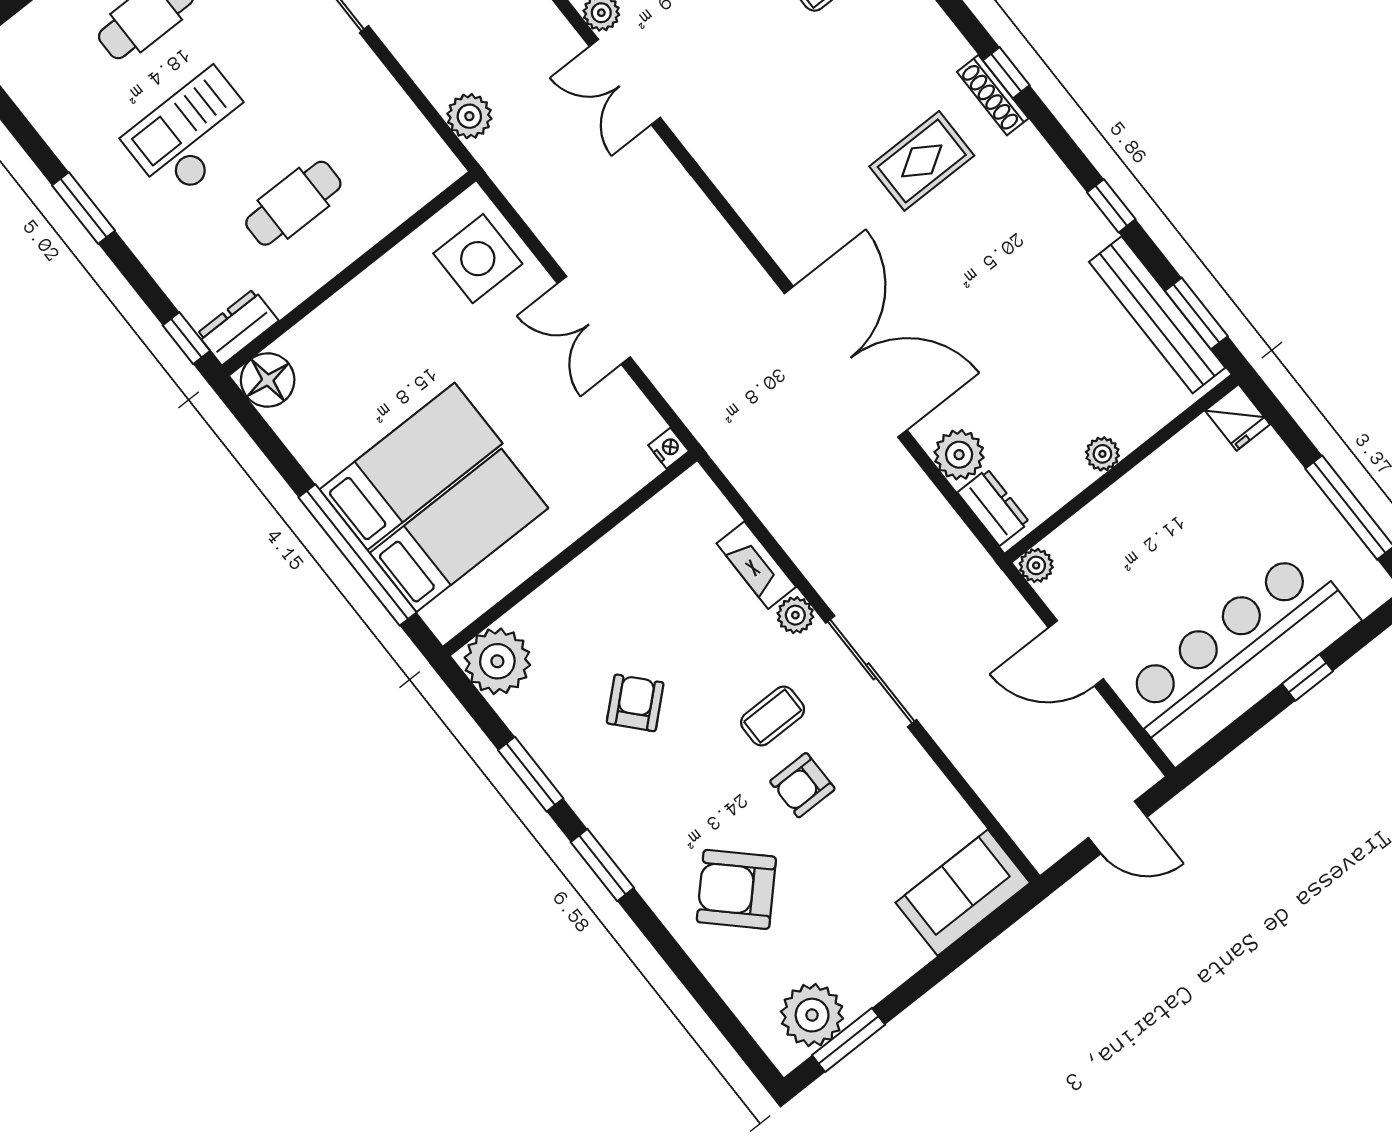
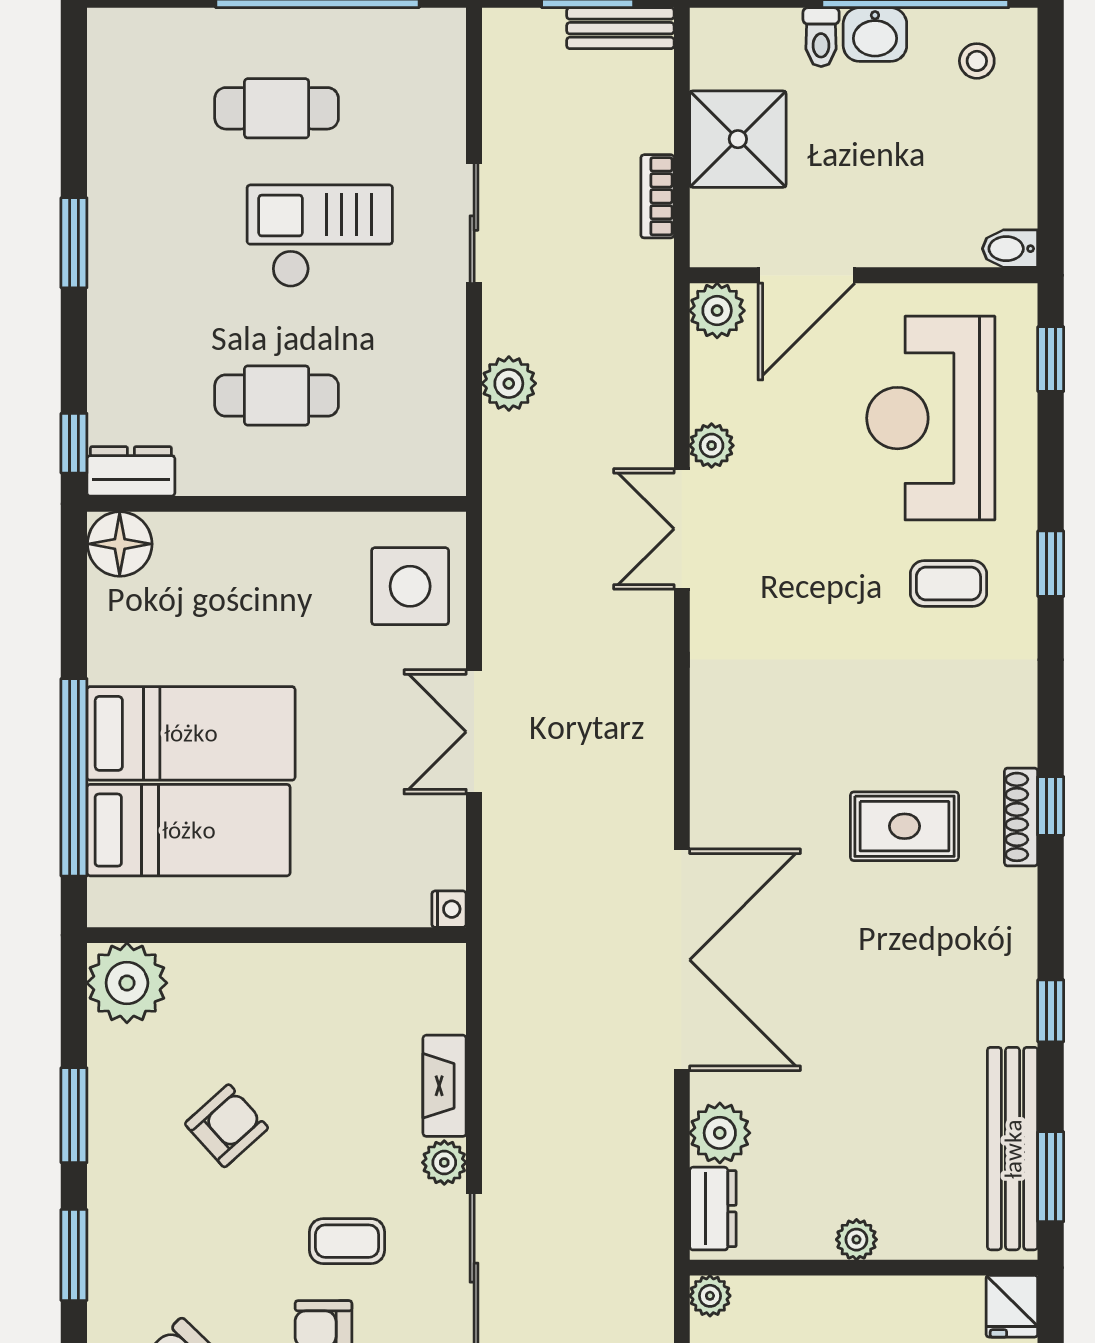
plant: (469, 116) -> (509, 383), moved
checkout: (192, 134) -> (320, 236), moved

